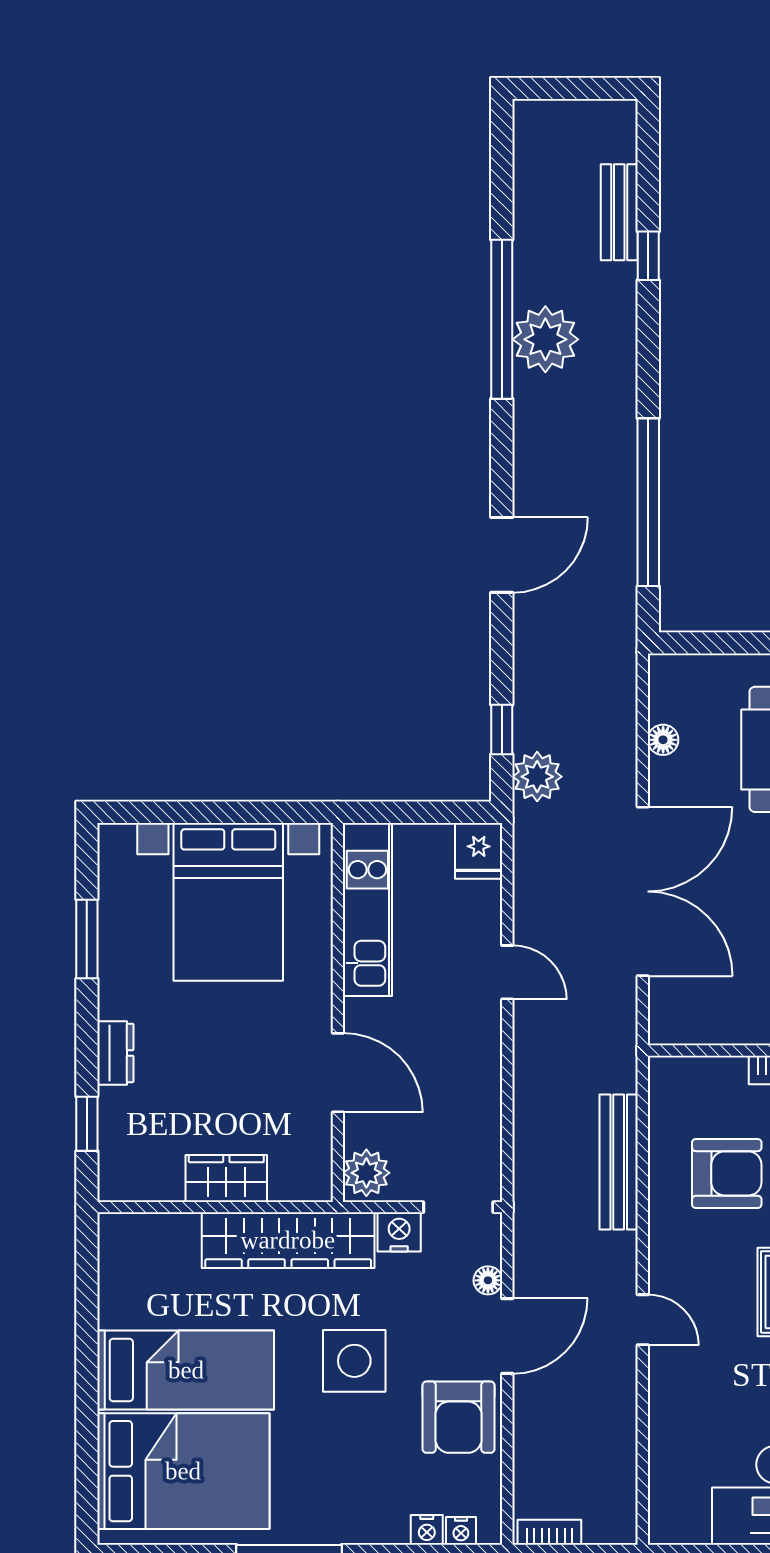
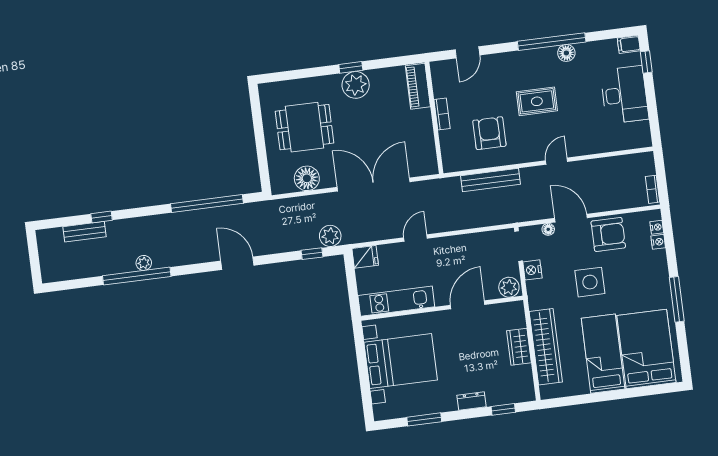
plant: (545, 339) -> (144, 263), width x0.53, depth x0.53
floor lamp: (663, 740) -> (307, 178), width x1.89, depth x1.89
wardrobe: (288, 1240) -> (546, 347), moved

